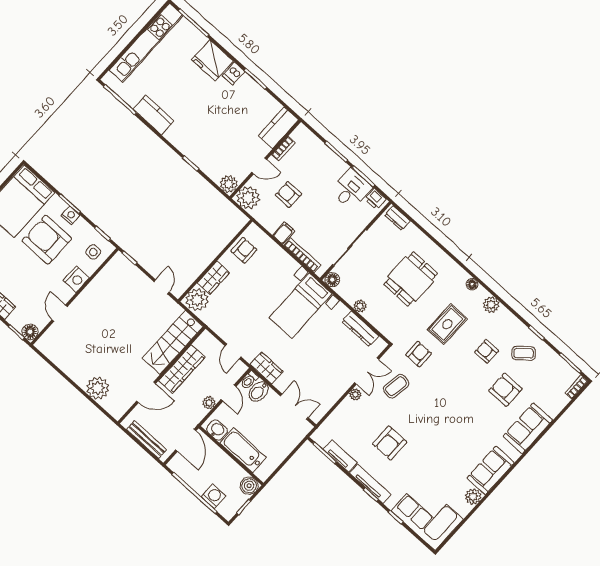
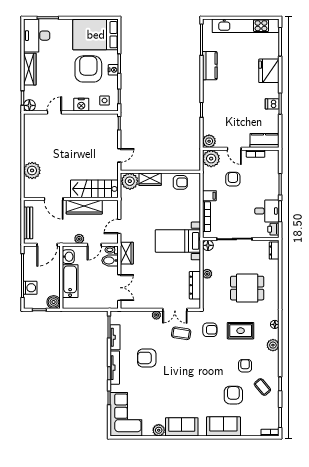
dishwasher: (234, 73) -> (272, 104), moved

